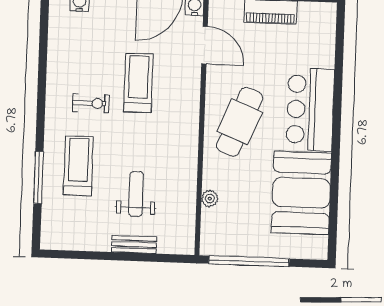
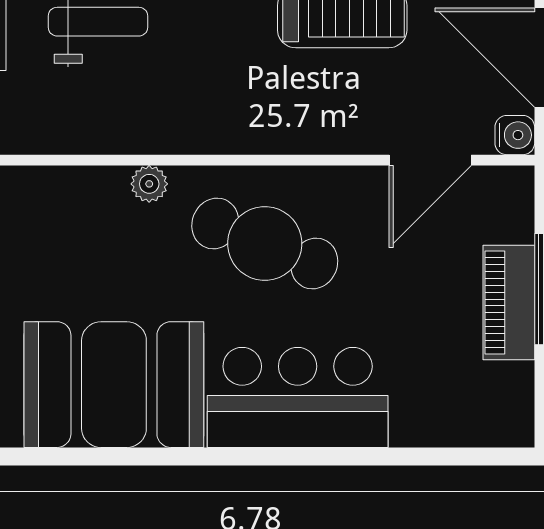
plant: (210, 199) -> (149, 184), moved

